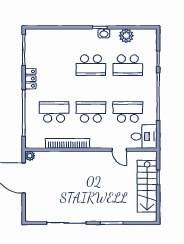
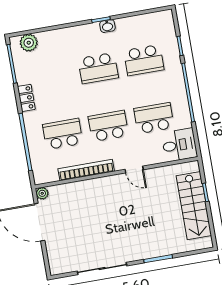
plant: (126, 36) -> (29, 43), moved
door: (119, 150) -> (134, 169), moved

